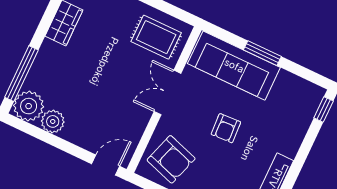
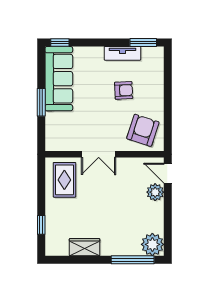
sofa: (234, 66) -> (59, 79), moved
plant: (53, 121) -> (155, 192), moved
armchair: (226, 128) -> (124, 90), moved

